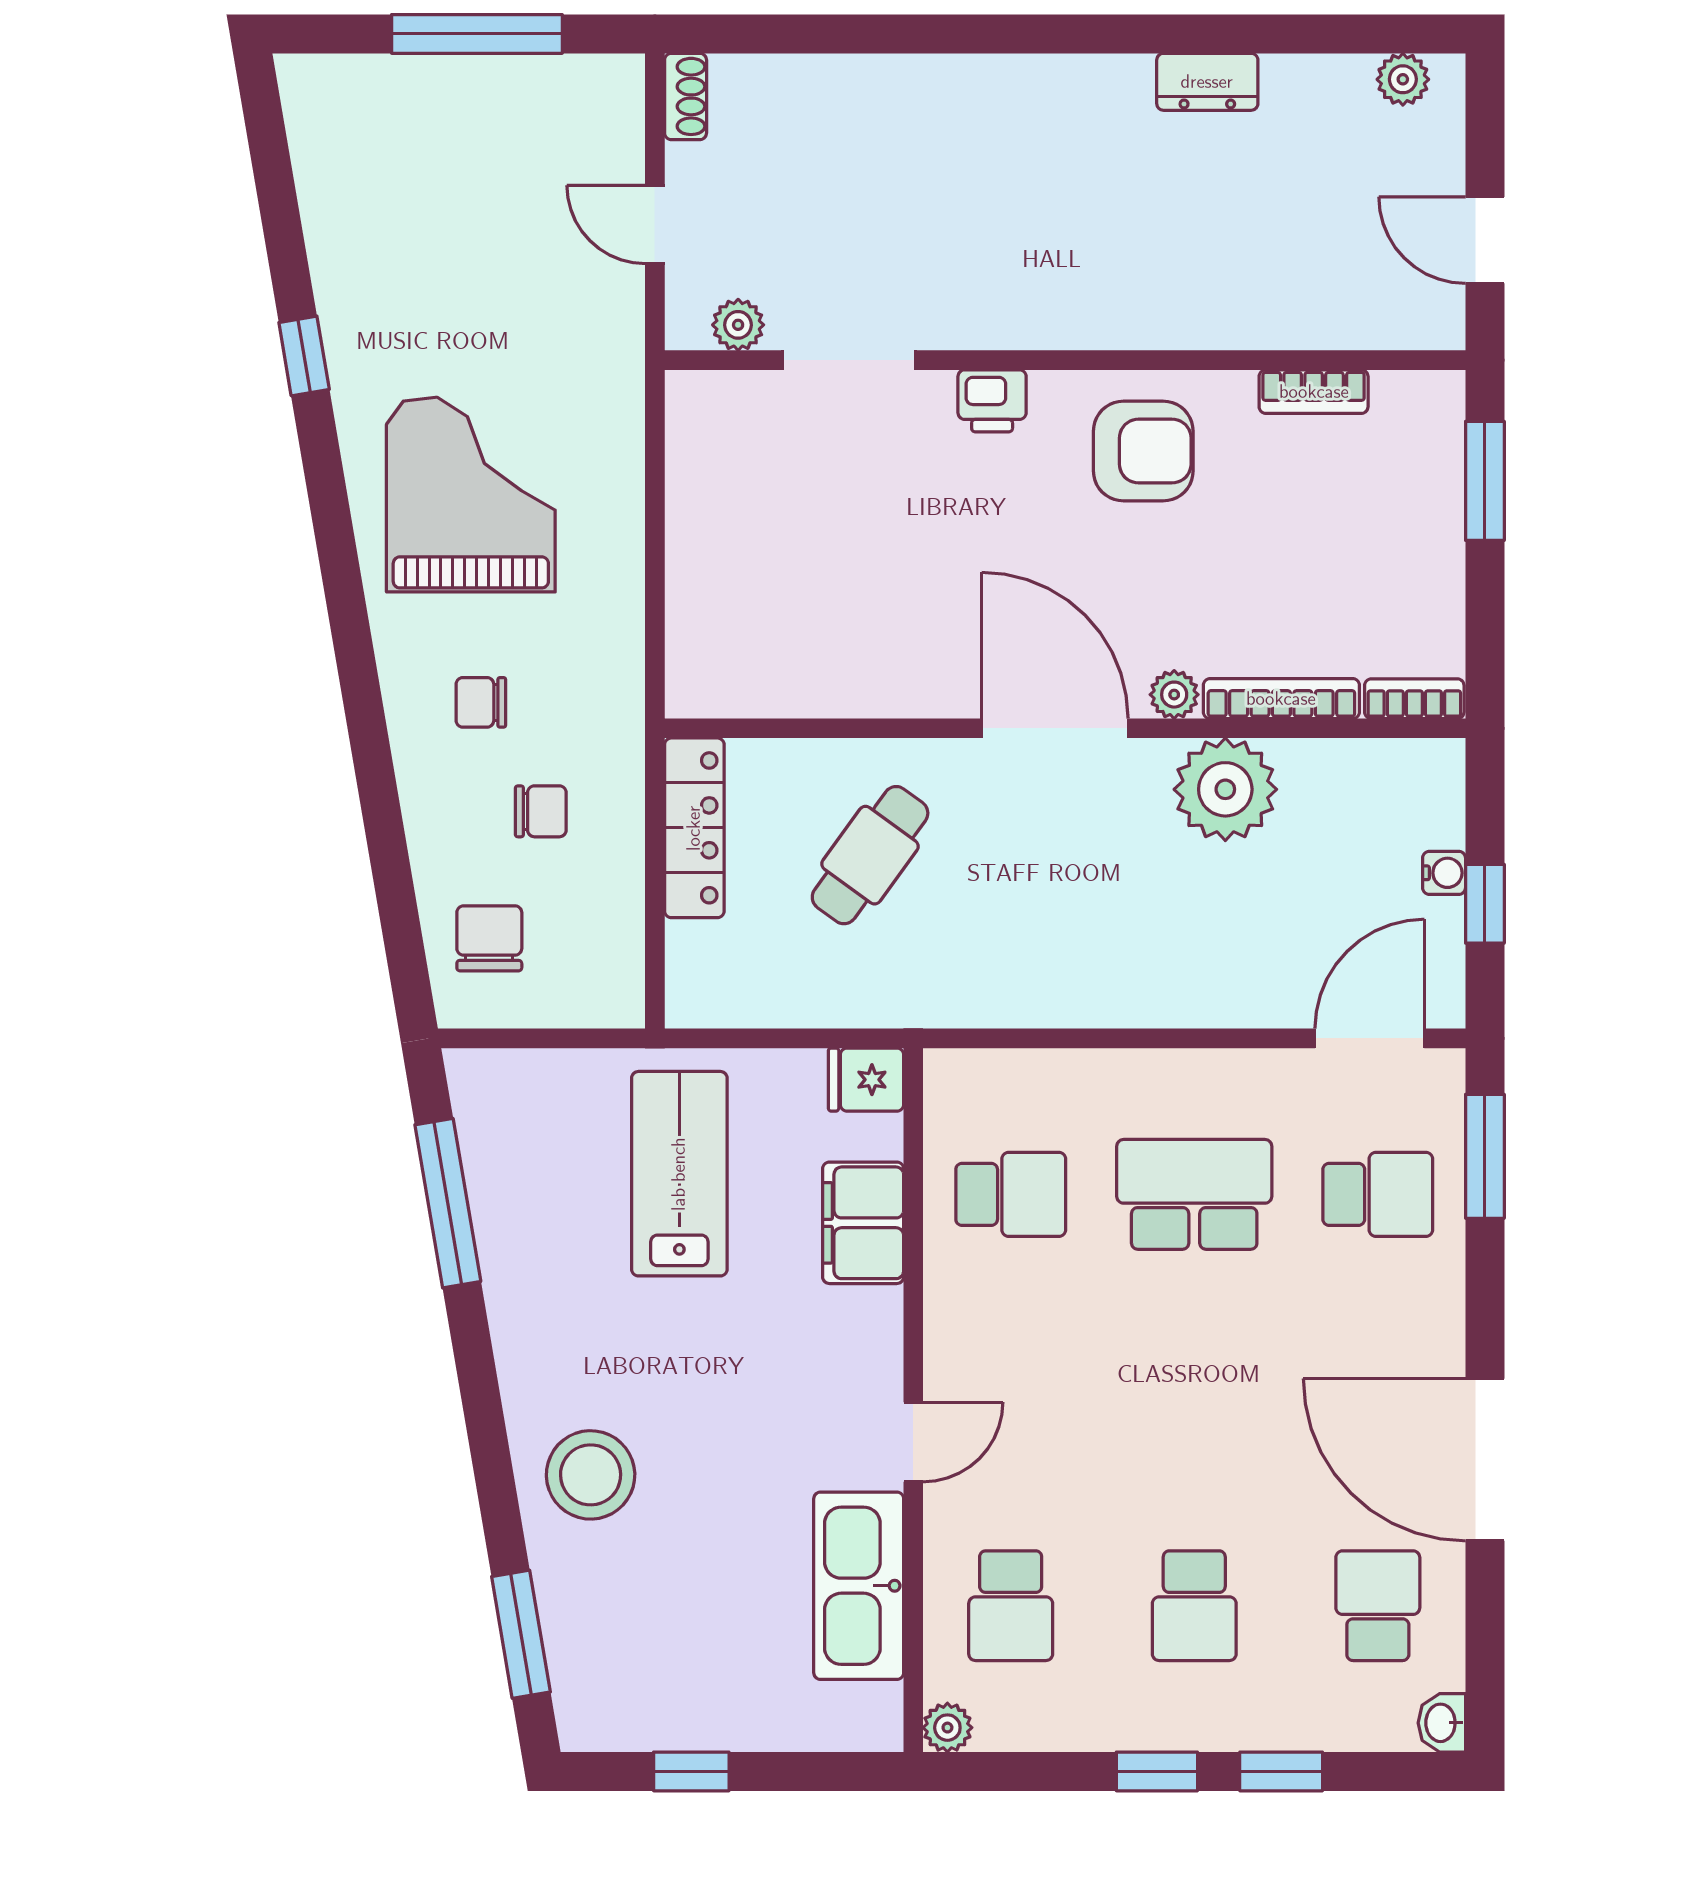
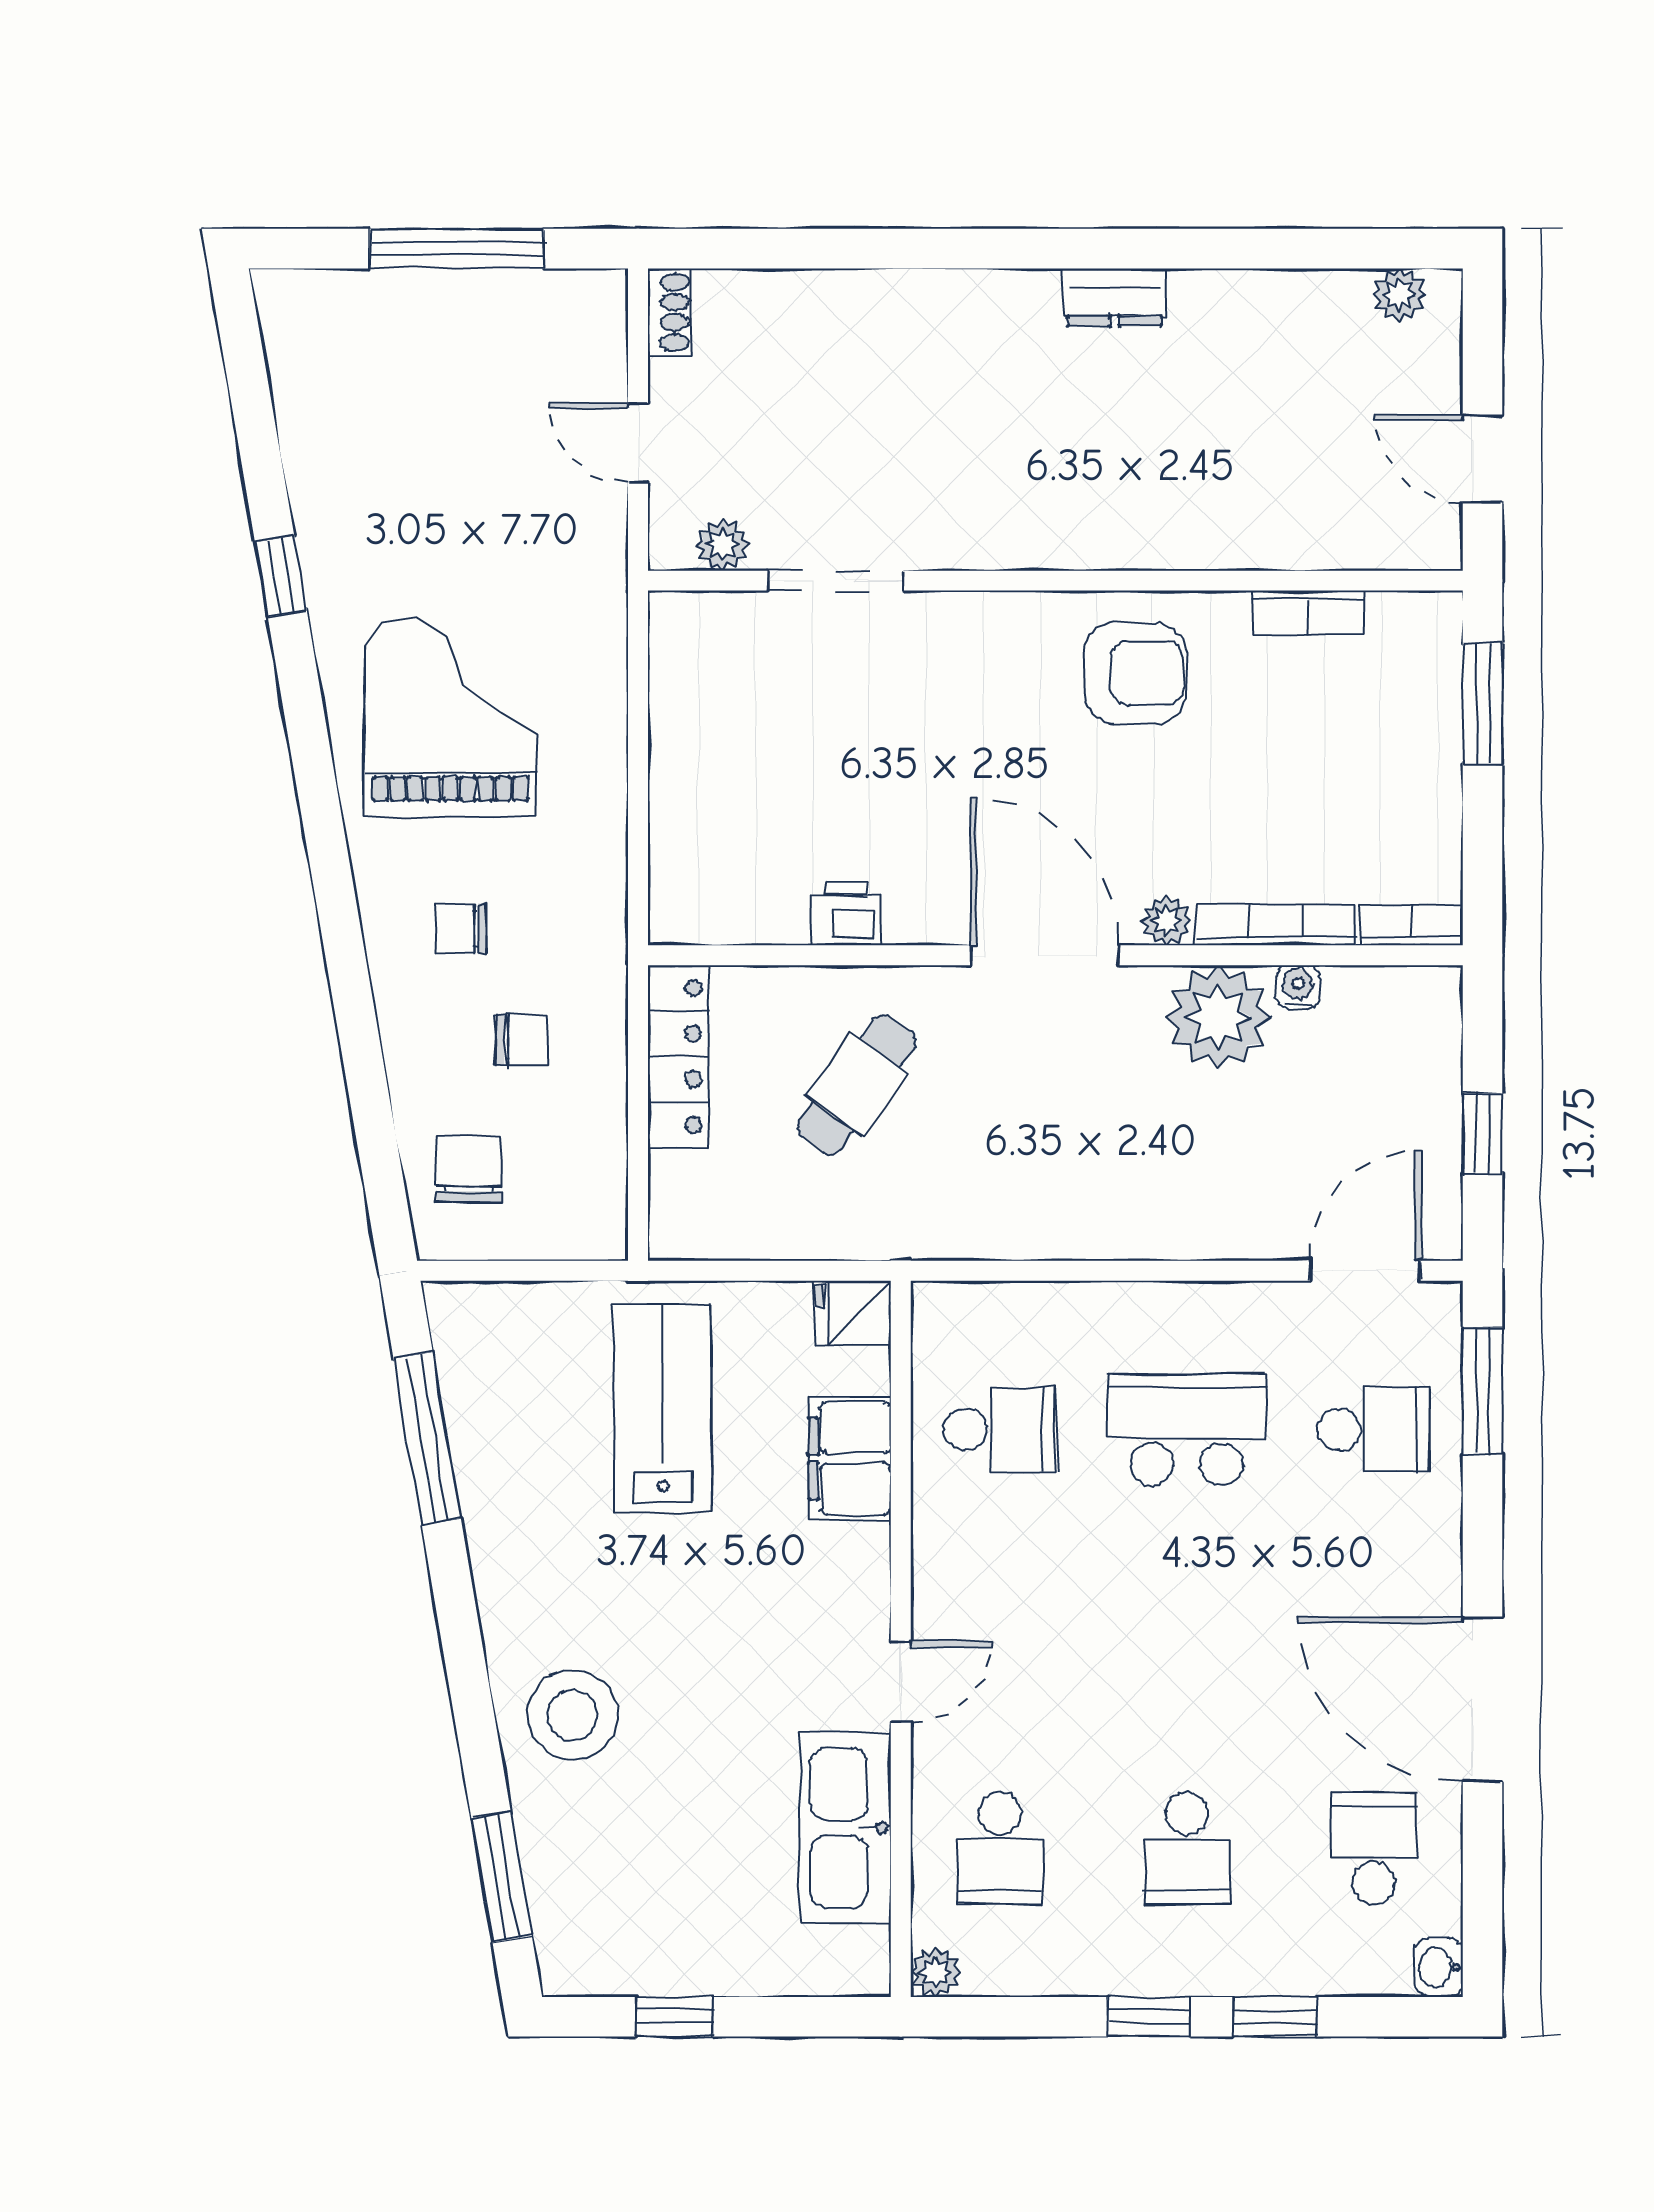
dresser: (1207, 82) -> (1114, 297), moved
printer: (992, 401) -> (847, 914), moved, turned 180
water cooler: (1444, 873) -> (1298, 987), moved, turned -90

